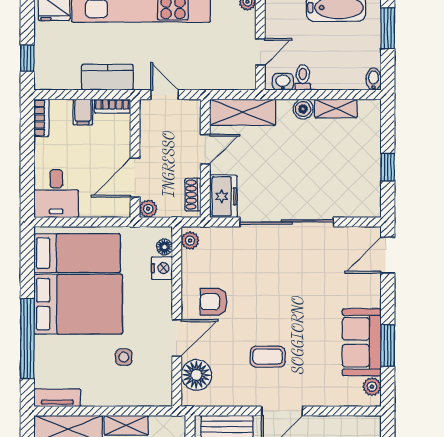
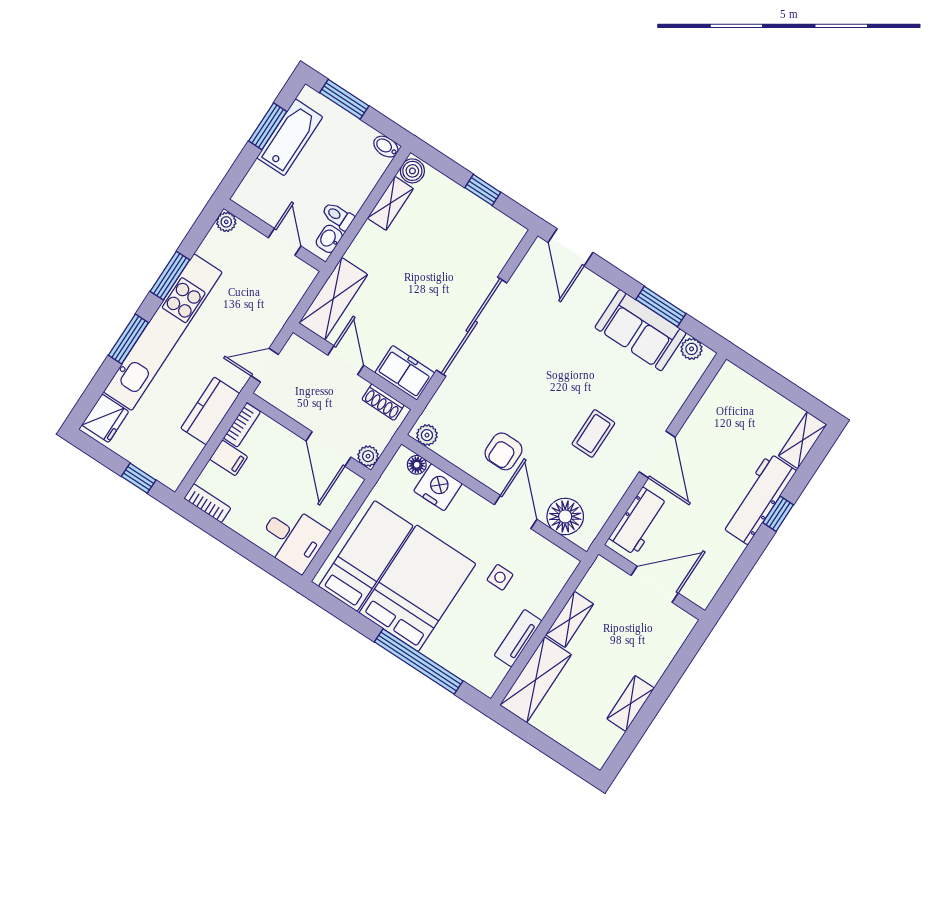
boiler: (303, 109) -> (412, 171), moved
nightstand: (162, 268) -> (438, 487), width x1.36, depth x1.33
tv unit: (57, 398) -> (518, 638), moved

